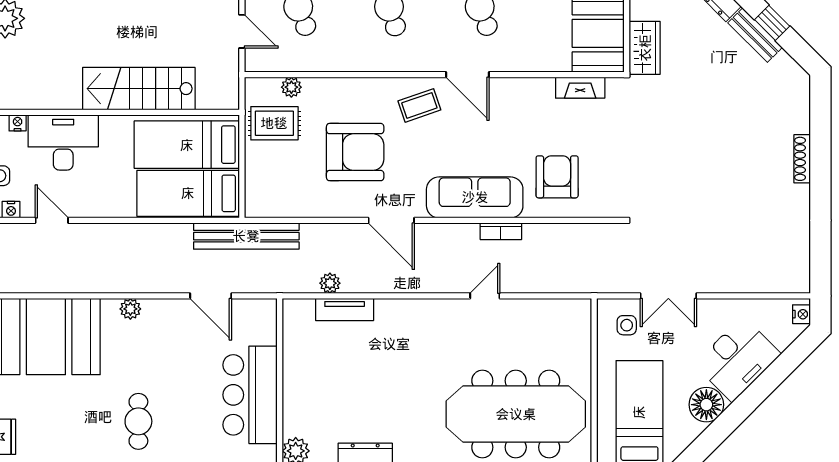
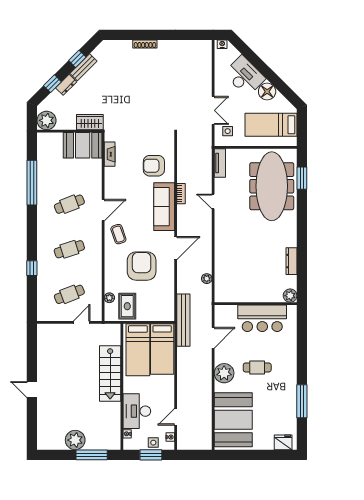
plant: (130, 309) -> (224, 373), width x1.88, depth x1.88
tv unit: (345, 310) -> (220, 163), moved
cafe table: (138, 421) -> (257, 367), moved

